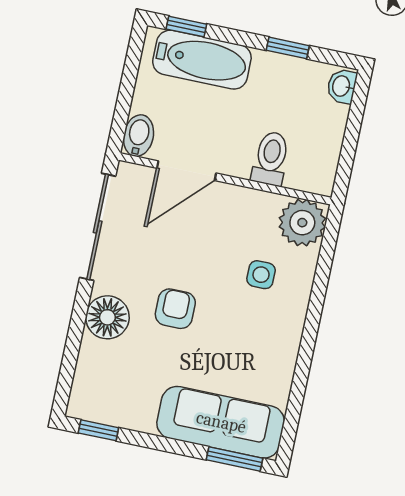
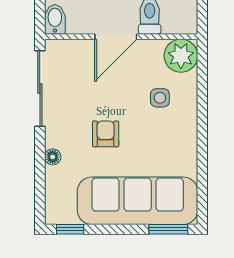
door: (187, 171) -> (116, 37), moved
floor lamp: (107, 317) -> (53, 157), width x0.53, depth x0.53
sofa: (221, 422) -> (138, 201), width x1.36, depth x1.27

